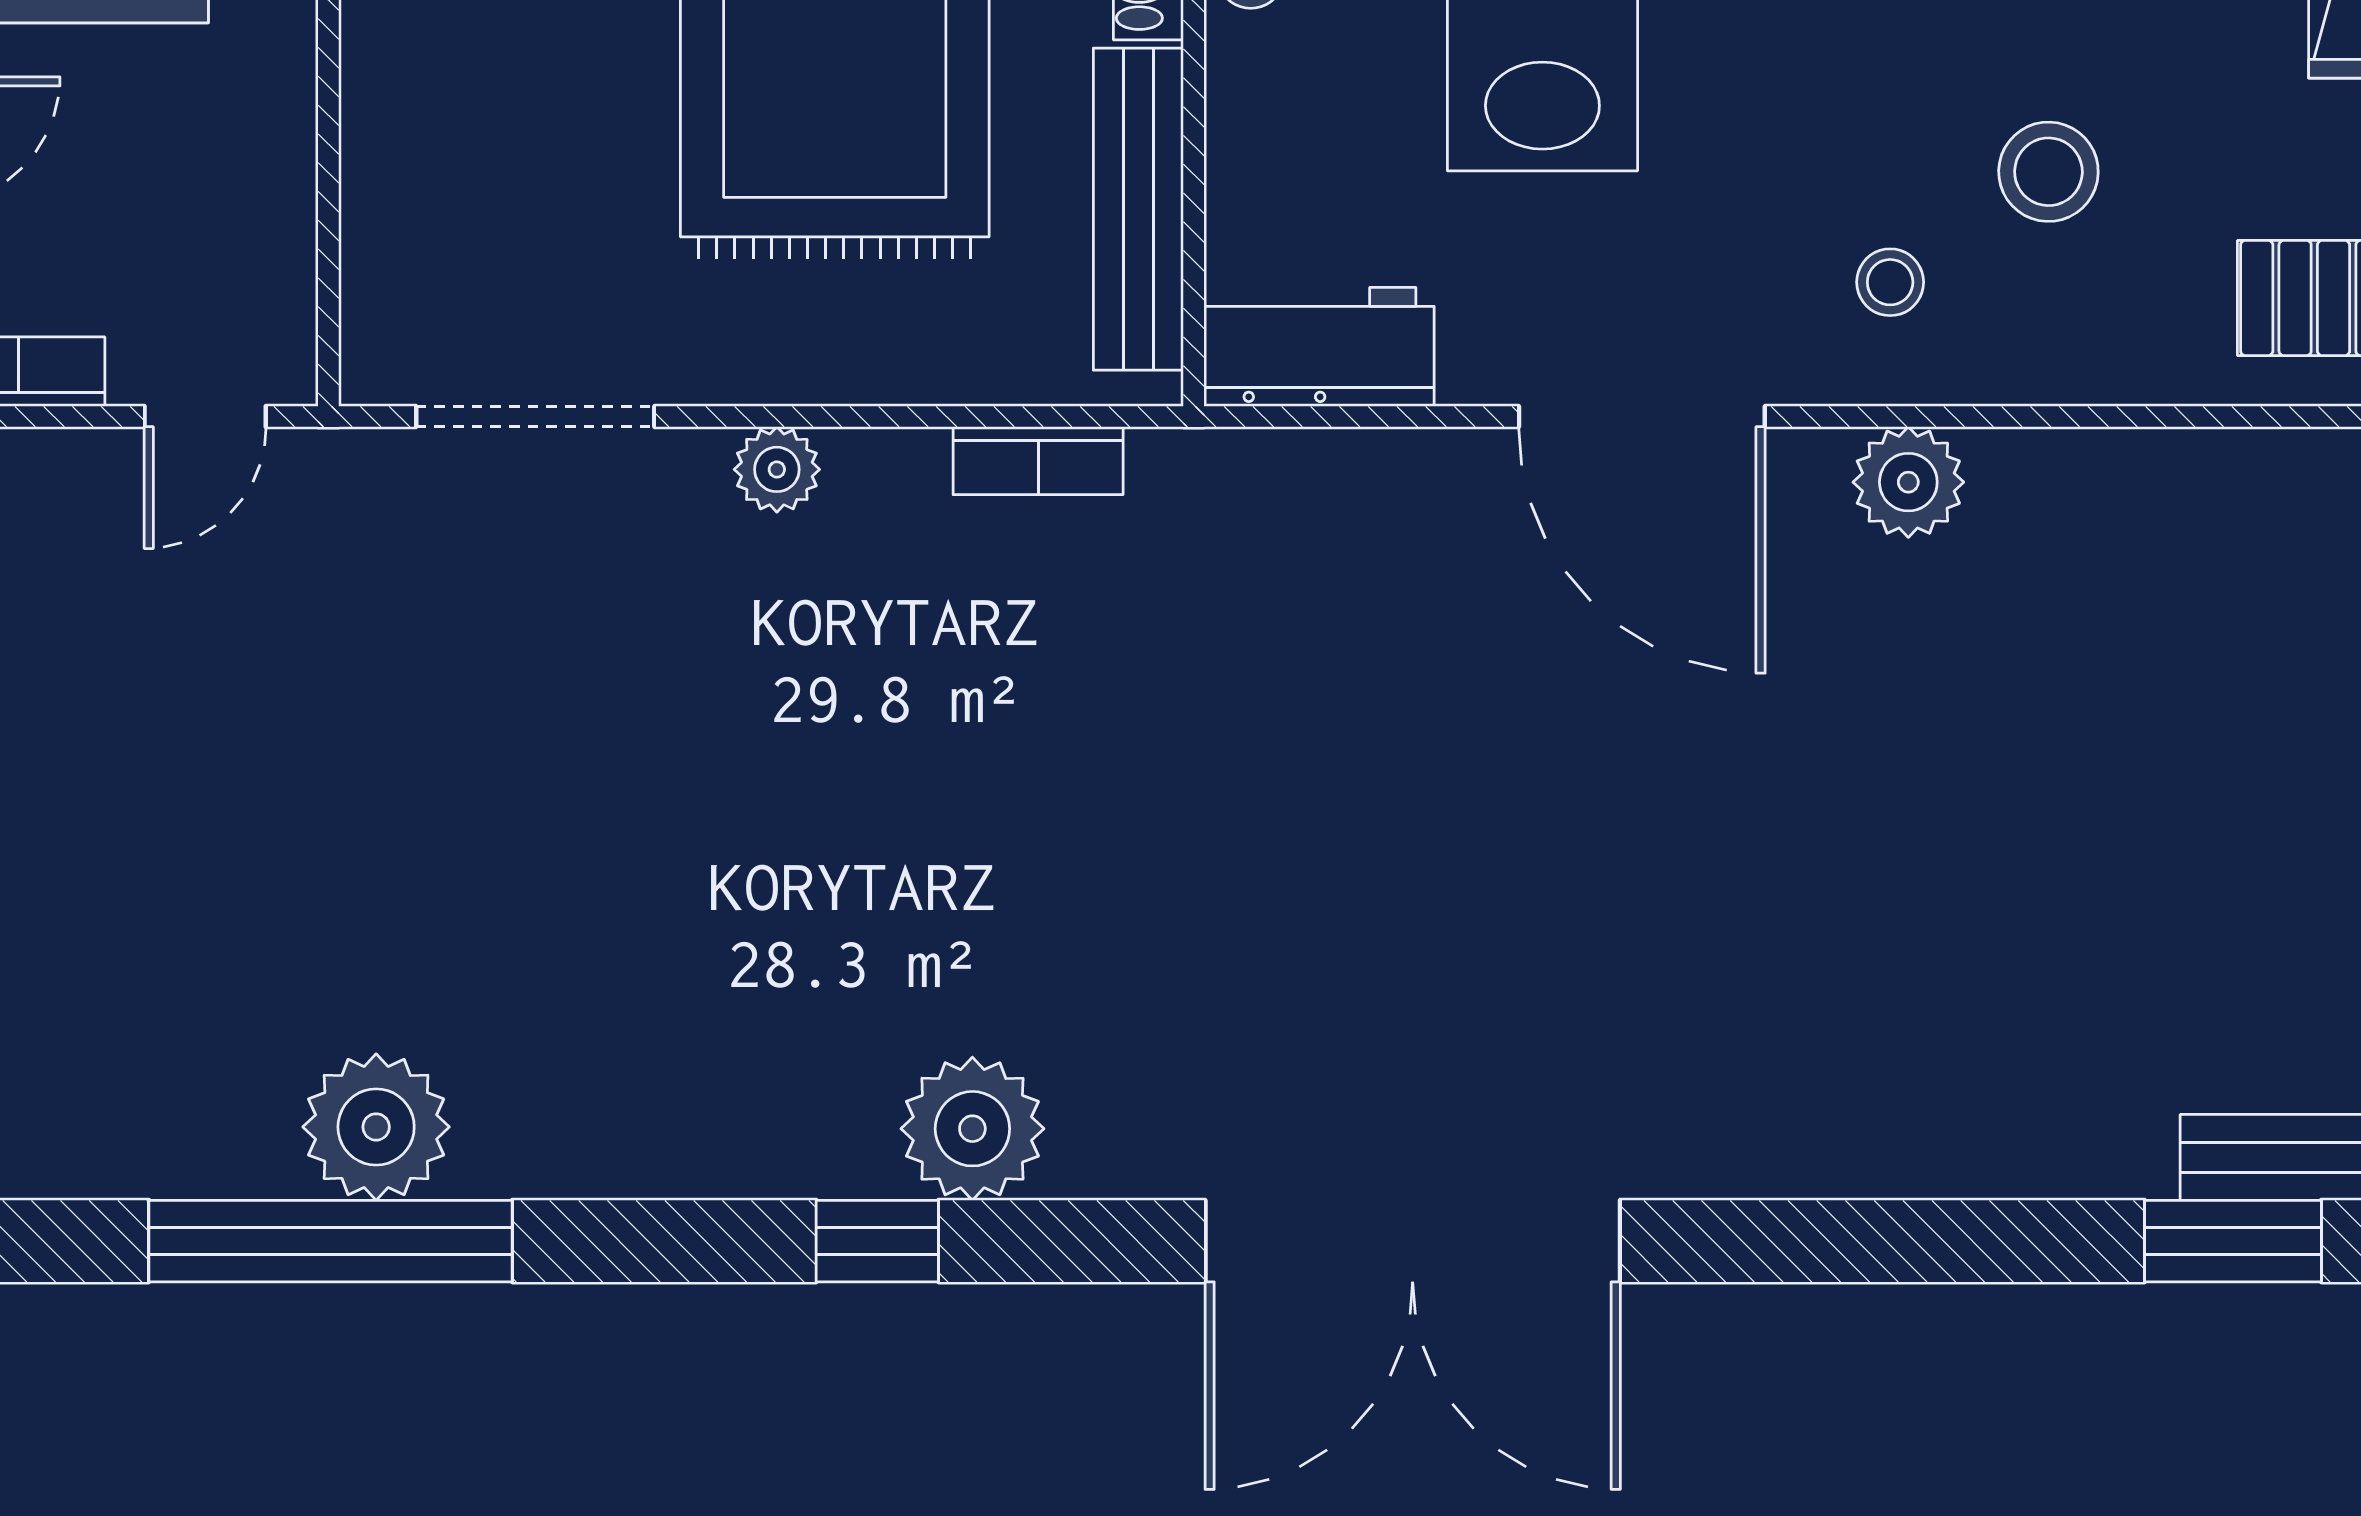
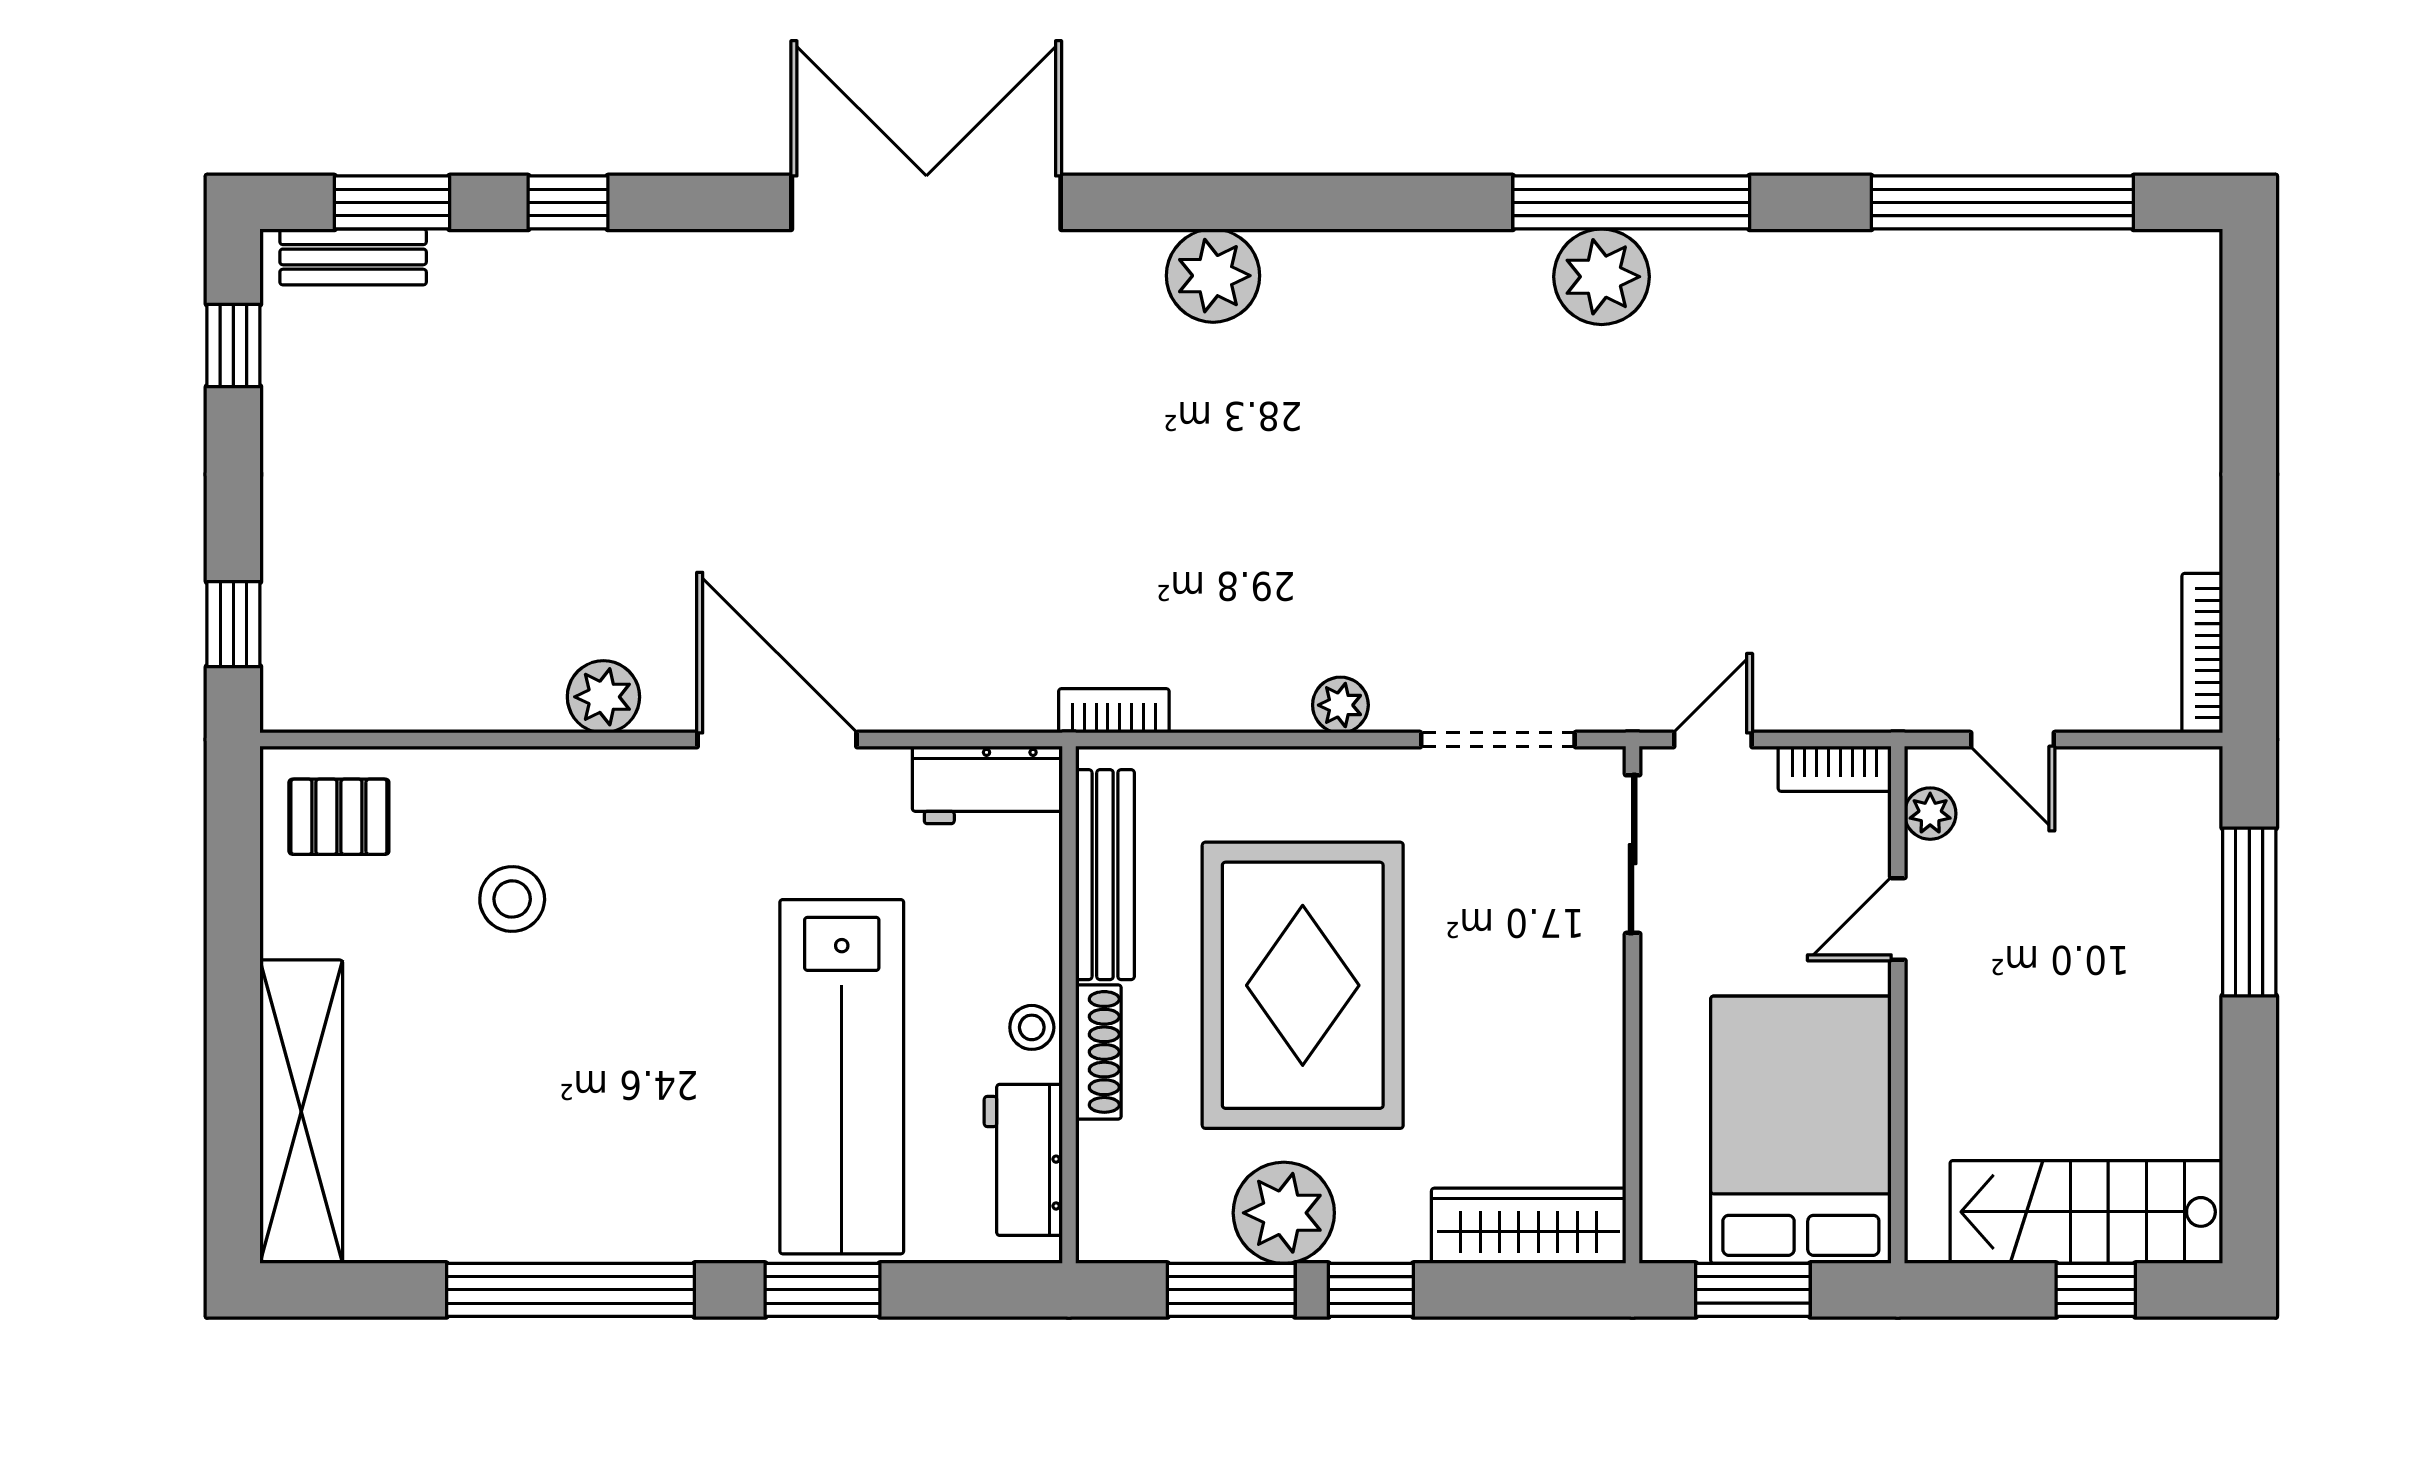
sliding door: (328, 241) -> (1633, 854), added
stool: (1890, 282) -> (615, 827), removed
bookcase: (1038, 461) -> (1114, 711), moved
window: (877, 1241) -> (568, 202), moved

